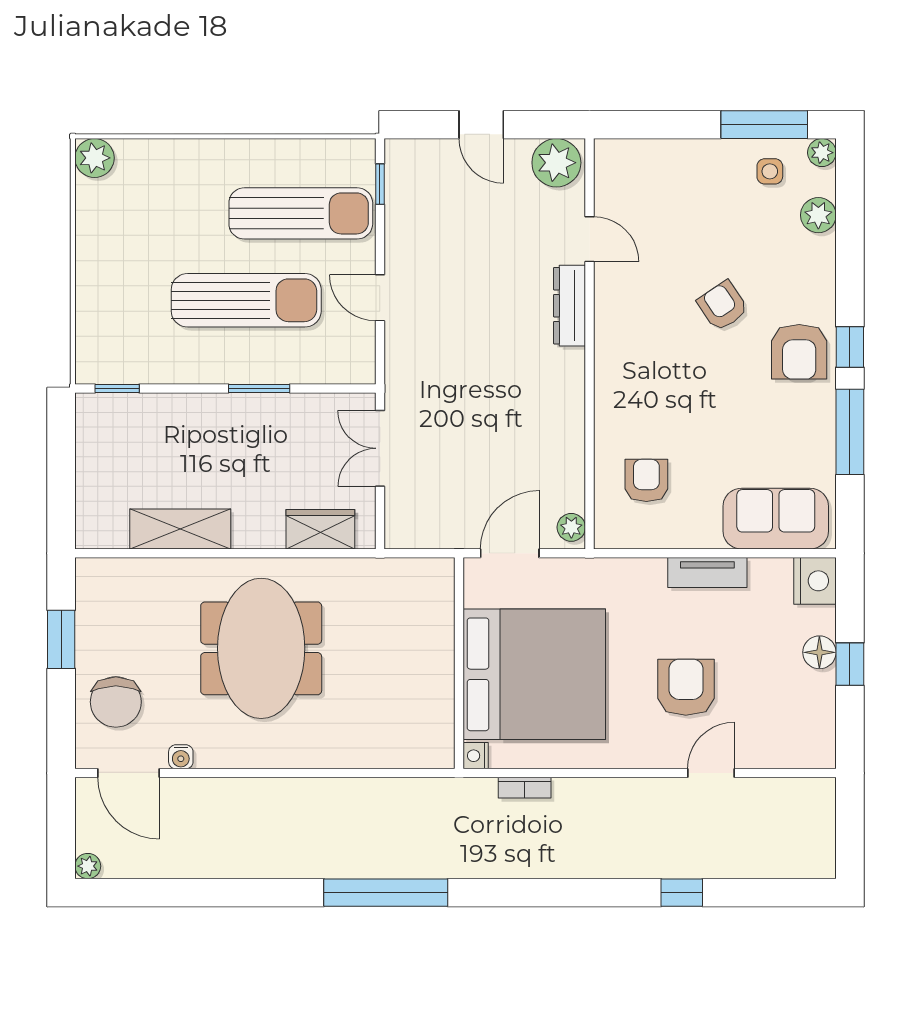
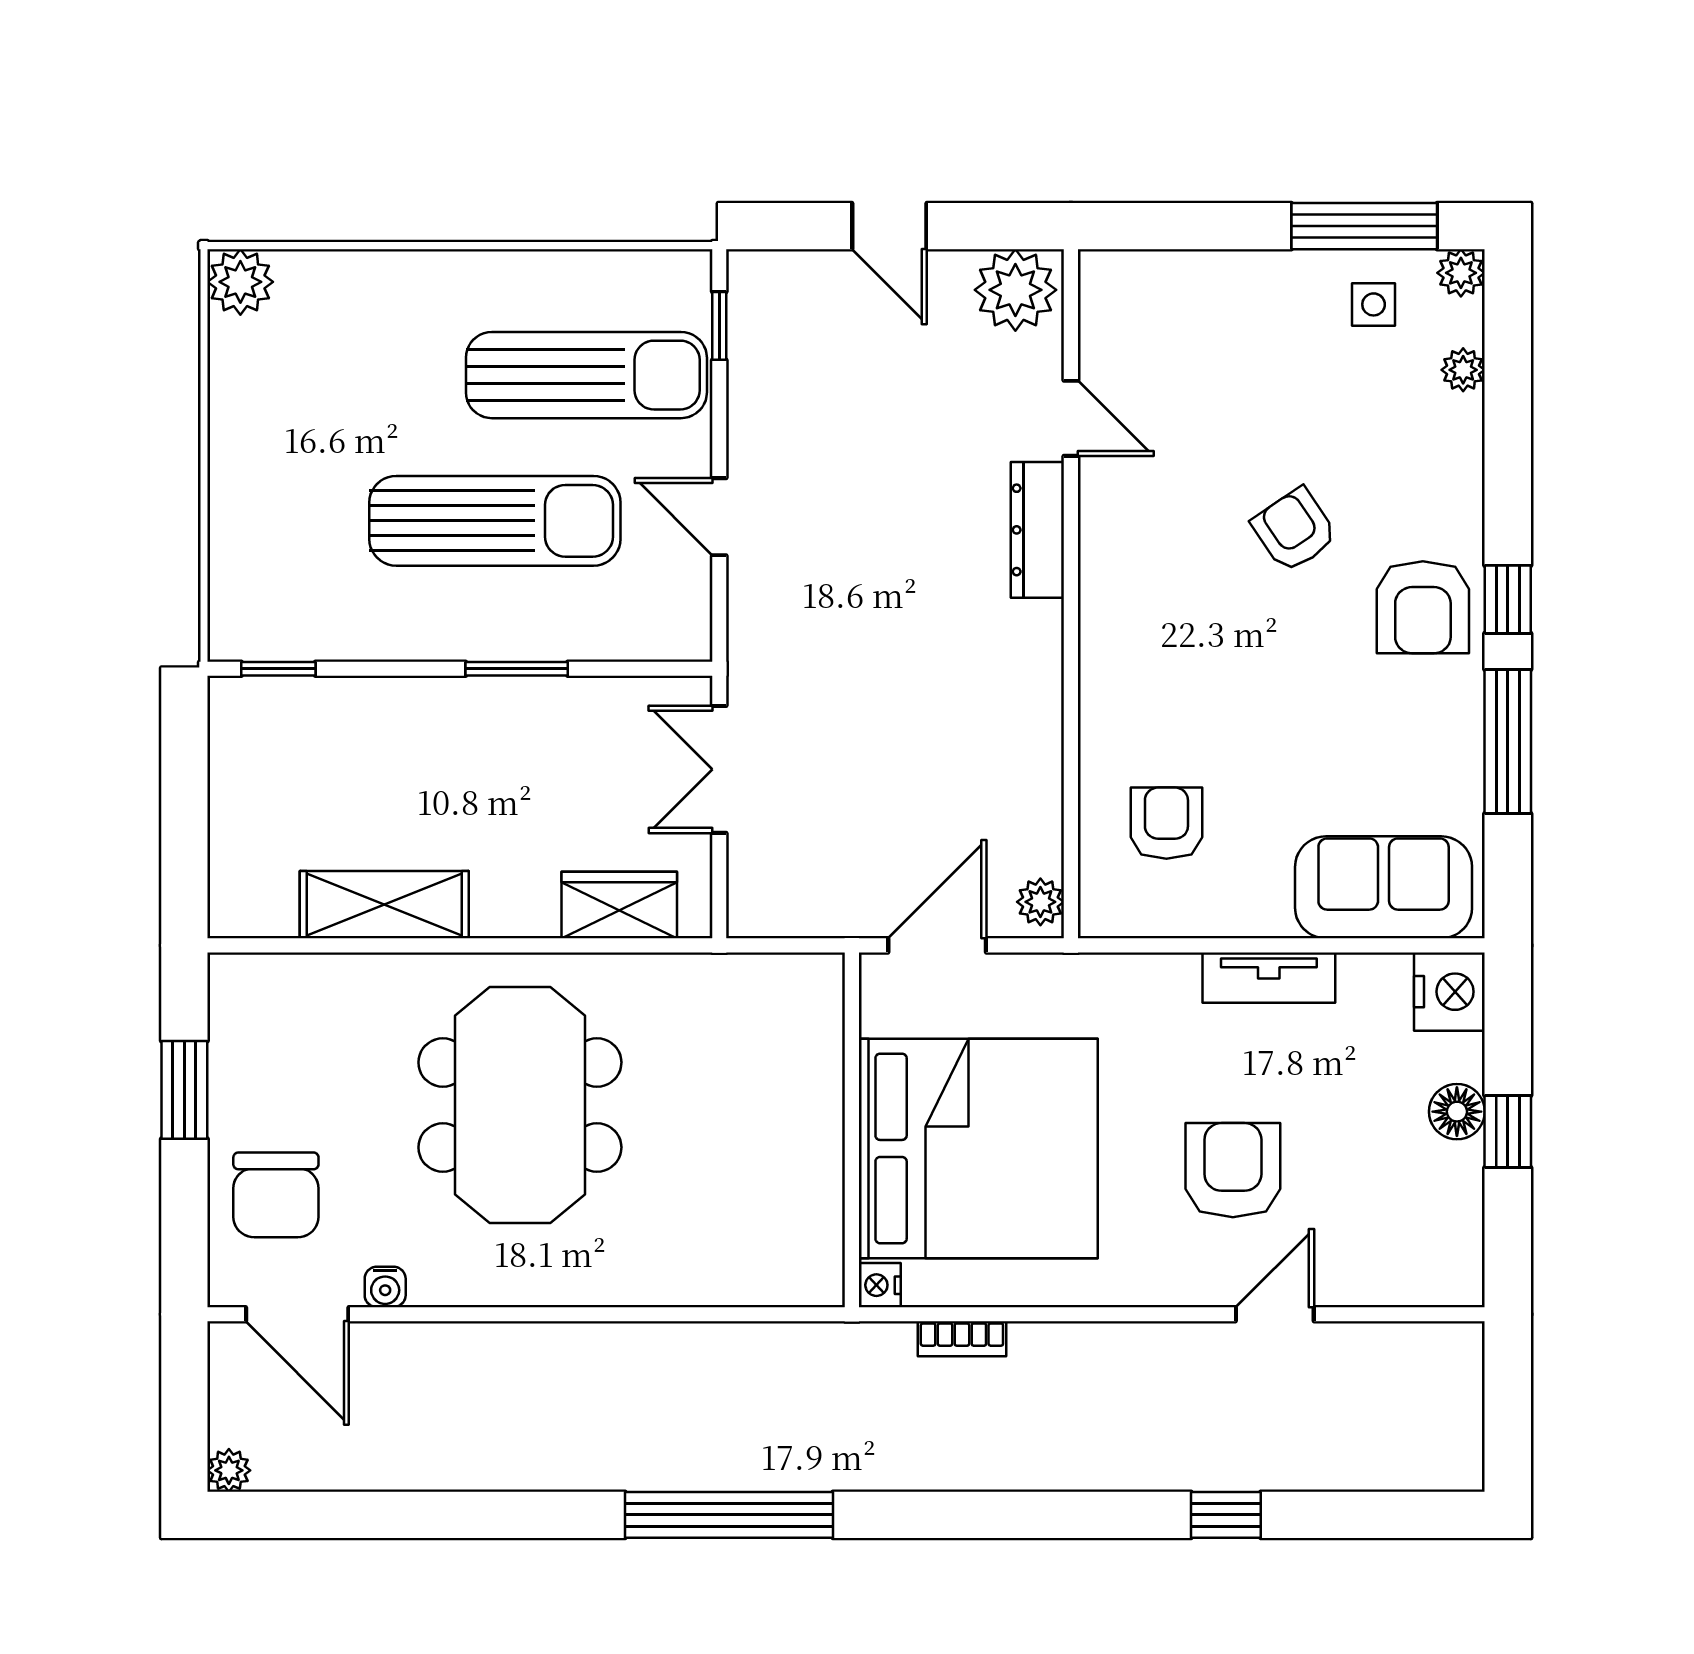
plant: (818, 215) -> (1463, 370), width x0.73, depth x0.73

